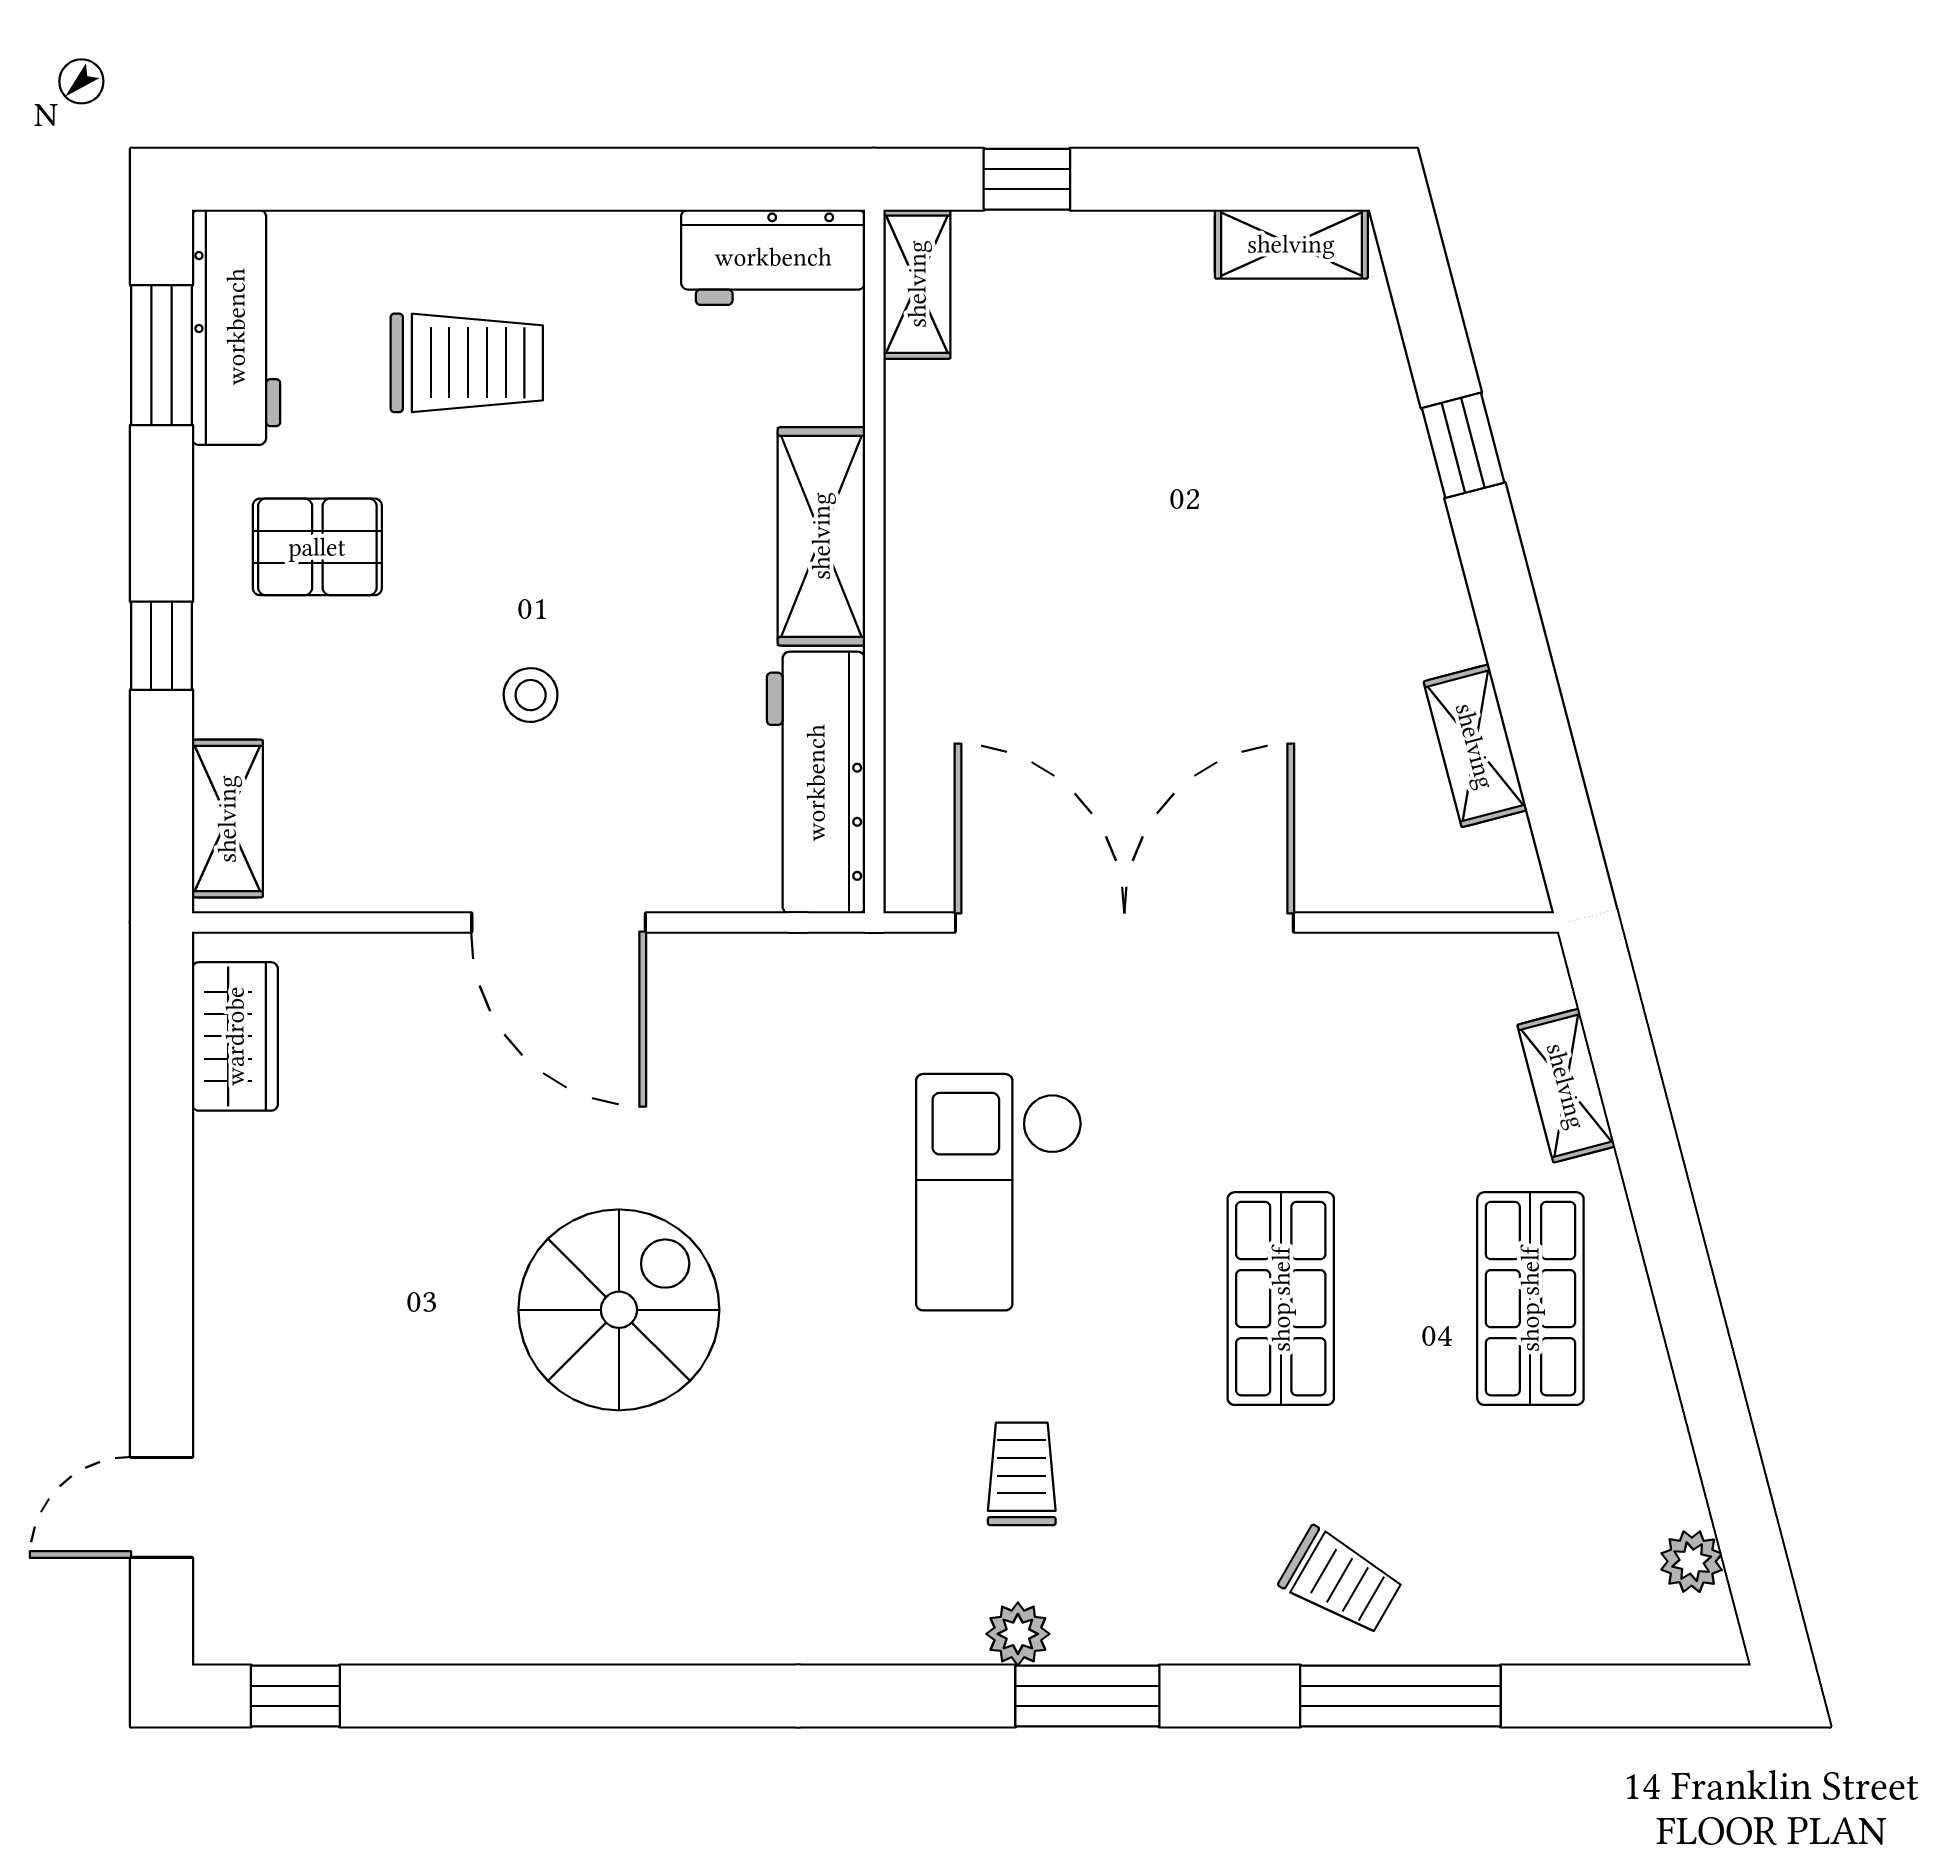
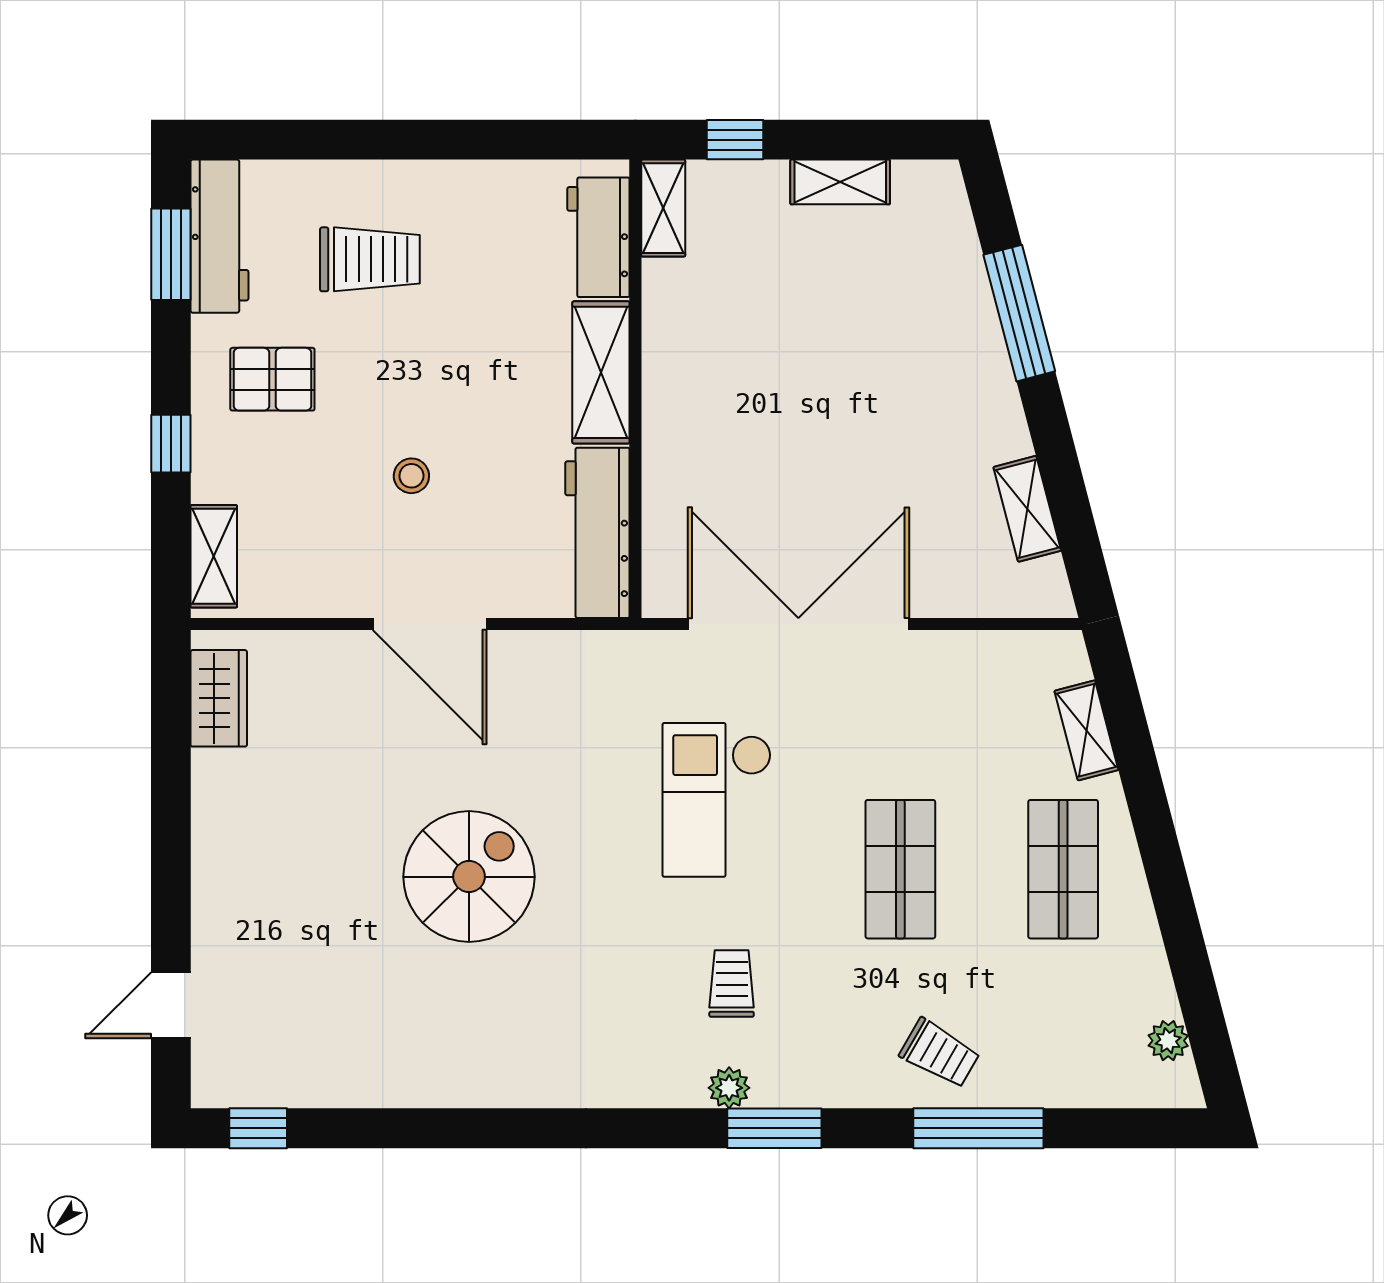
shelving: (1291, 244) -> (840, 182), moved
workbench: (773, 257) -> (598, 237), moved, turned 90
window: (1463, 445) -> (1019, 313), width x2.17

